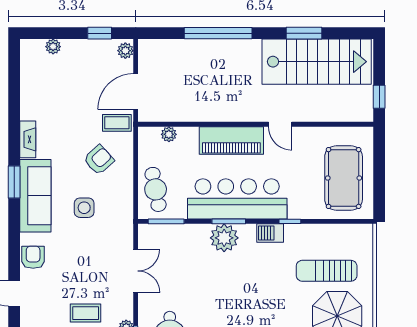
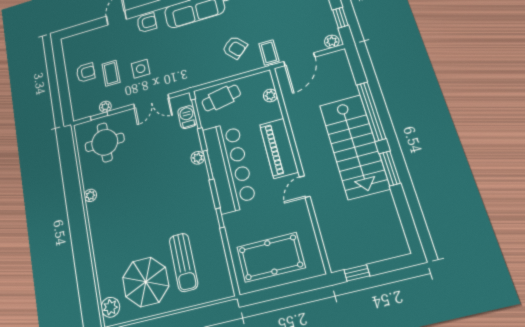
window: (304, 33) -> (390, 168), moved
stairs: (317, 62) -> (354, 146), moved
door: (136, 92) -> (299, 59), swing flipped
side table: (84, 208) -> (141, 69), moved
barbecue: (270, 233) -> (187, 117), moved
plant: (224, 238) -> (198, 158), width x0.53, depth x0.53
sun lounger: (327, 271) -> (184, 262), turned 180

